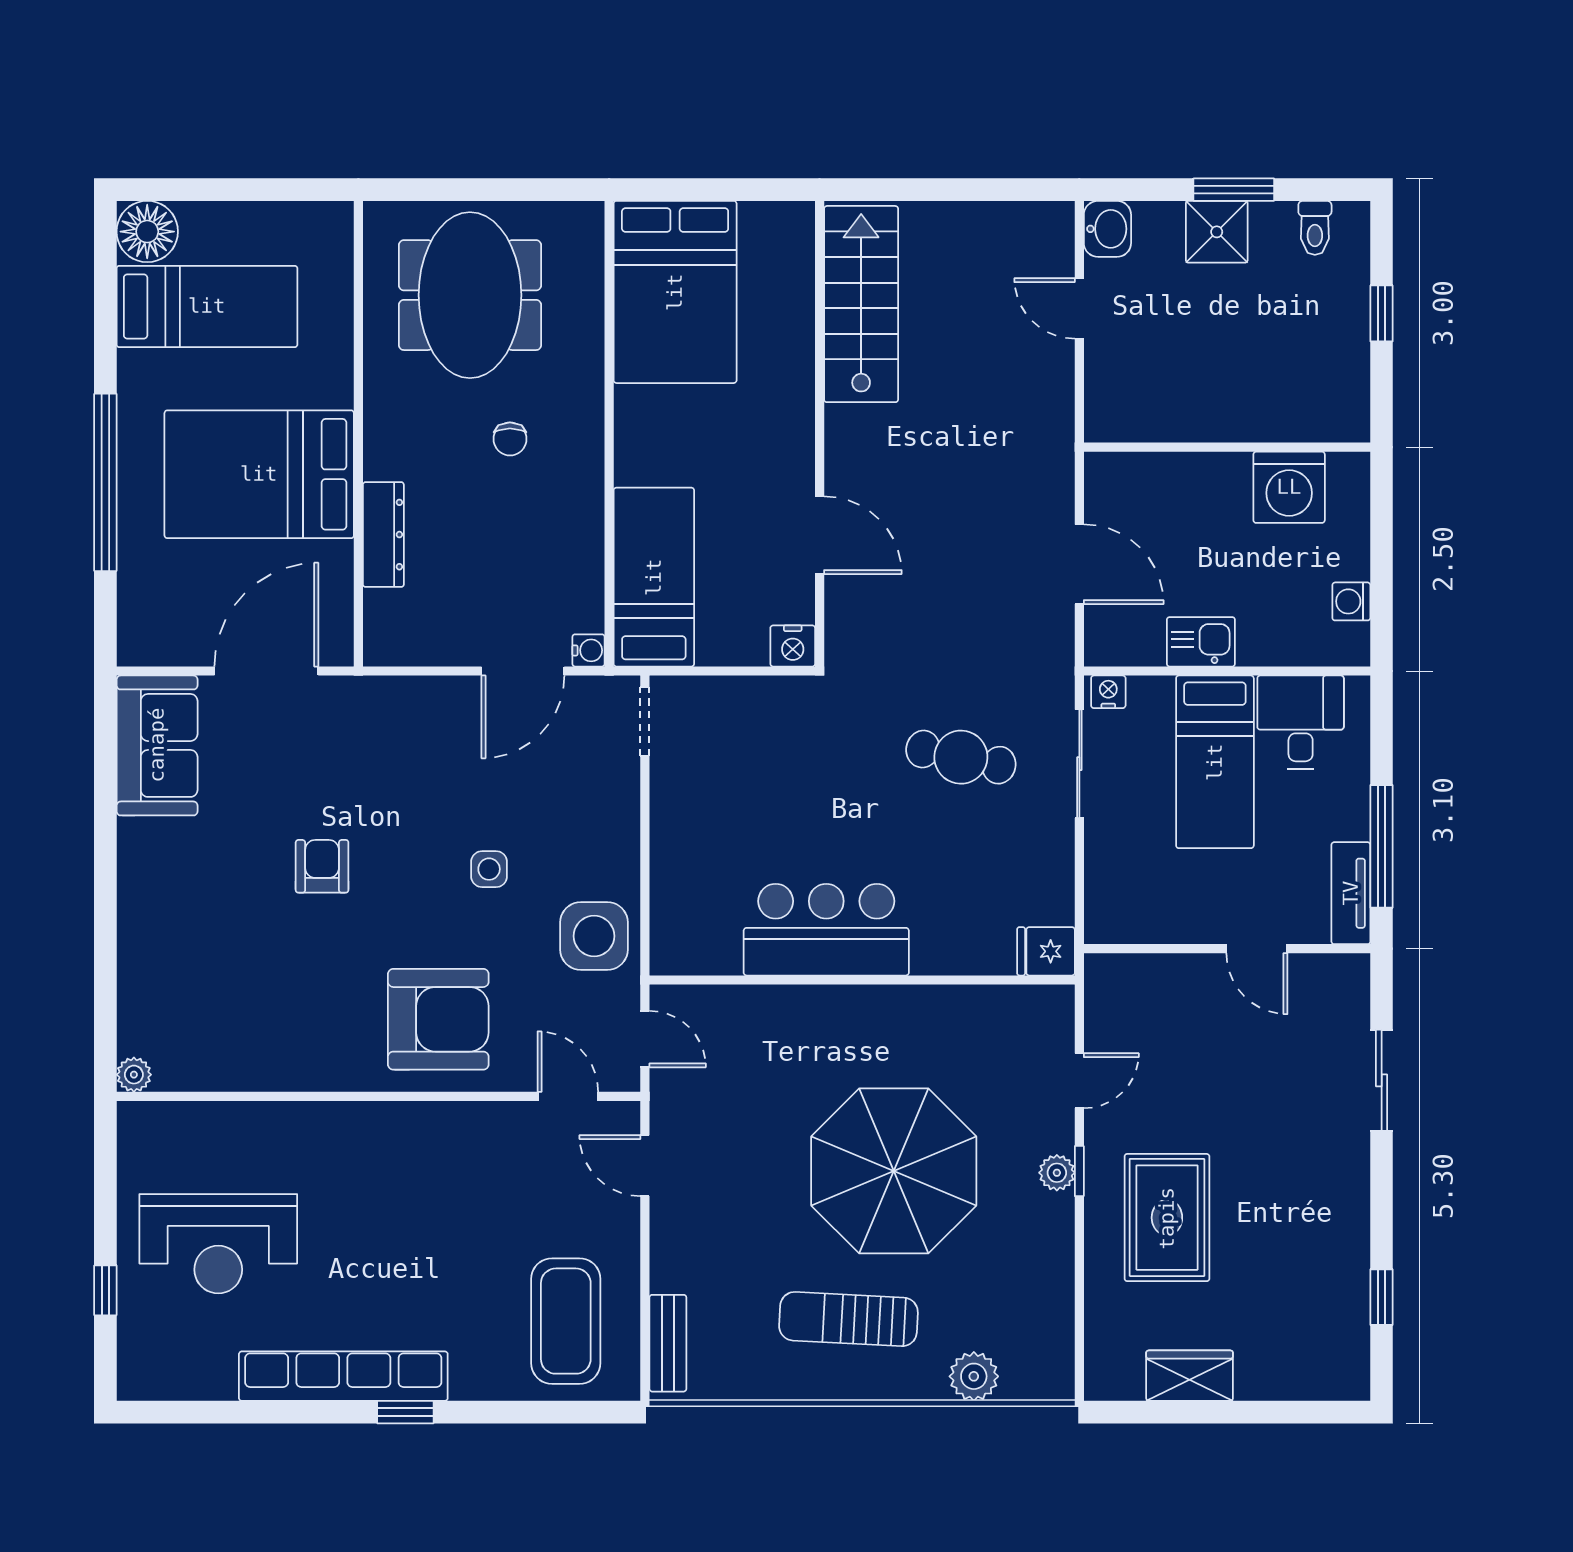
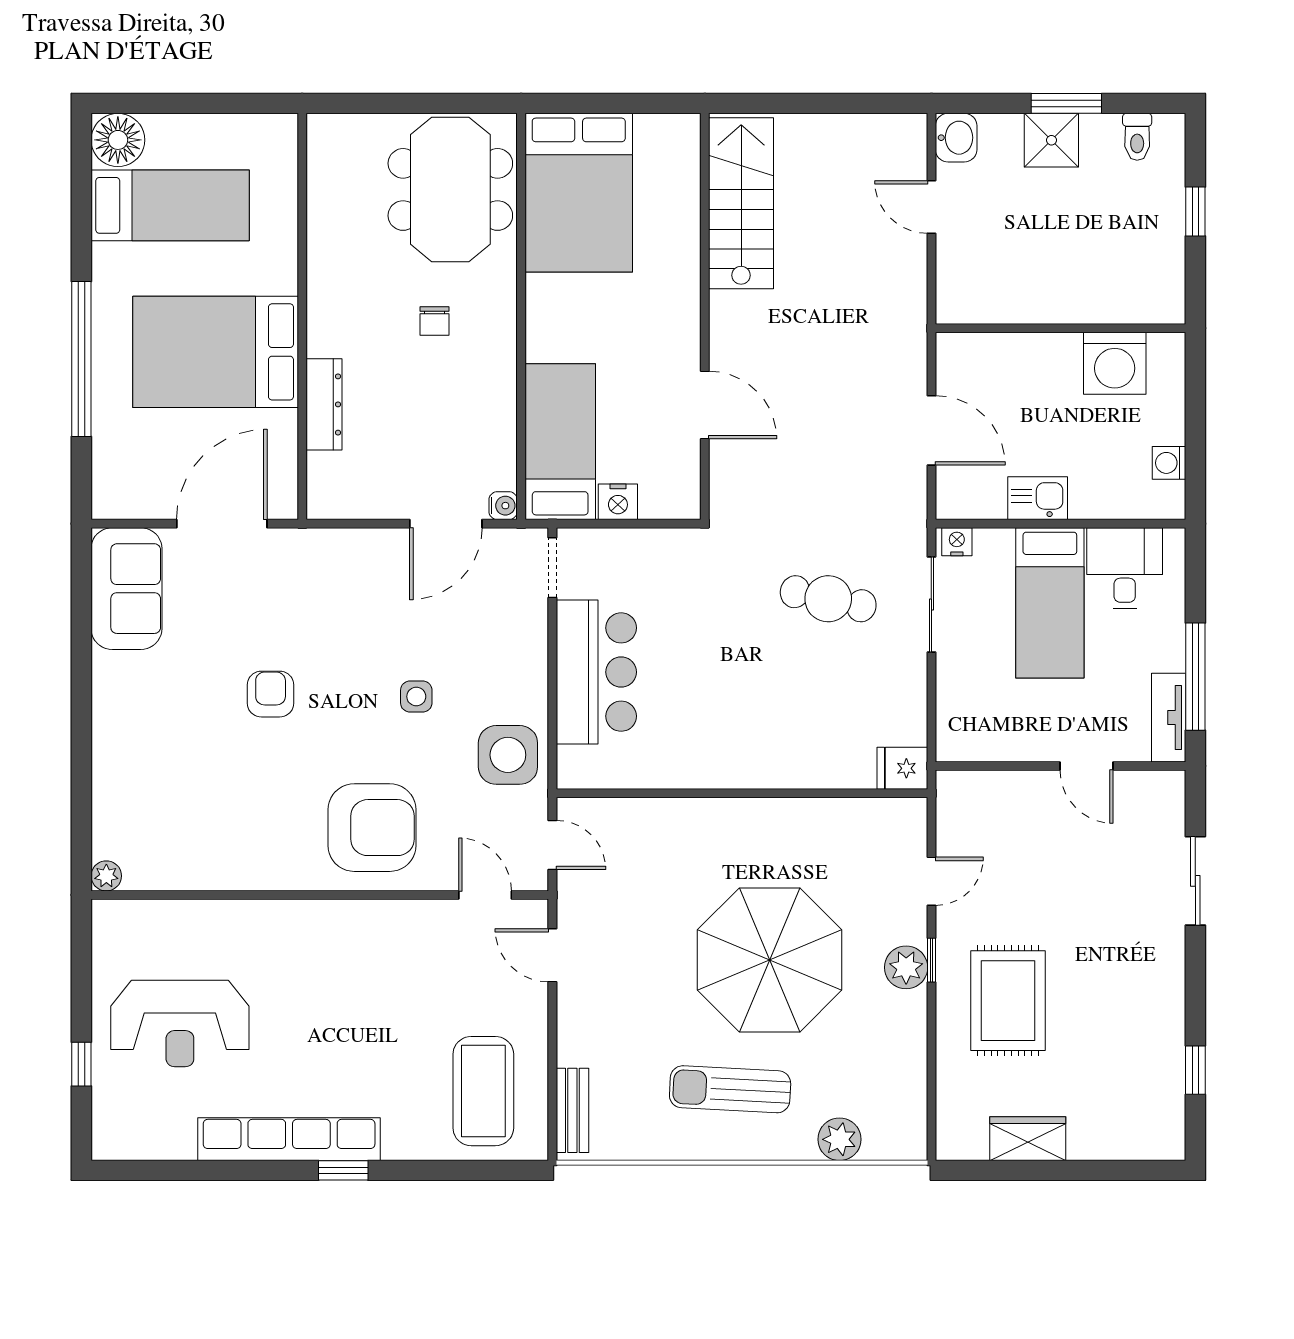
meeting table: (470, 295) -> (450, 189), moved
nightstand: (793, 646) -> (618, 502), moved
bar counter: (826, 930) -> (596, 672), moved, turned 90
plant: (1057, 1173) -> (906, 967), width x1.38, depth x1.38

